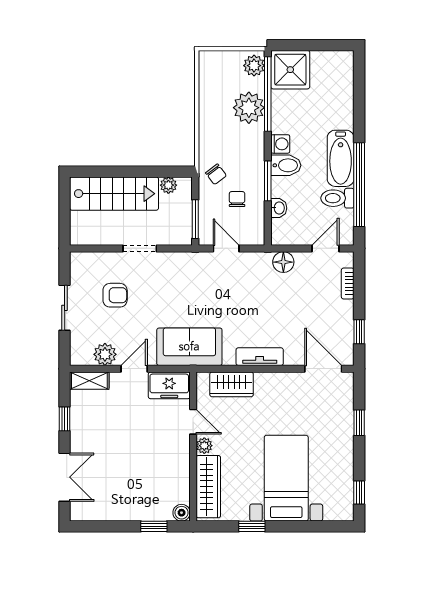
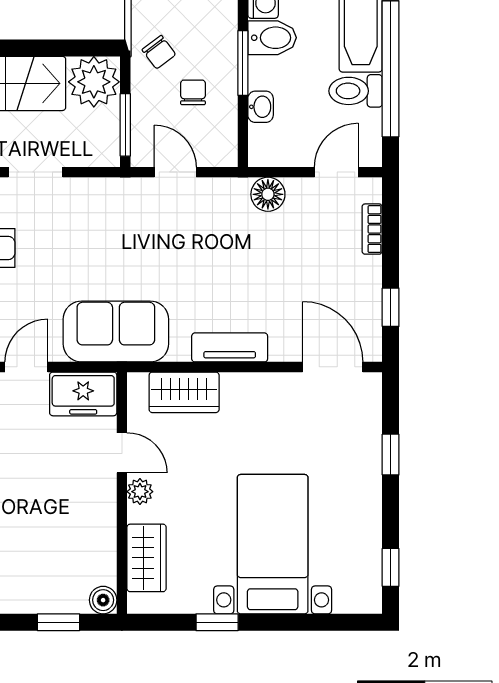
plant: (168, 185) -> (94, 82), width x1.87, depth x1.87
wardrobe: (208, 487) -> (147, 558), width x0.67

